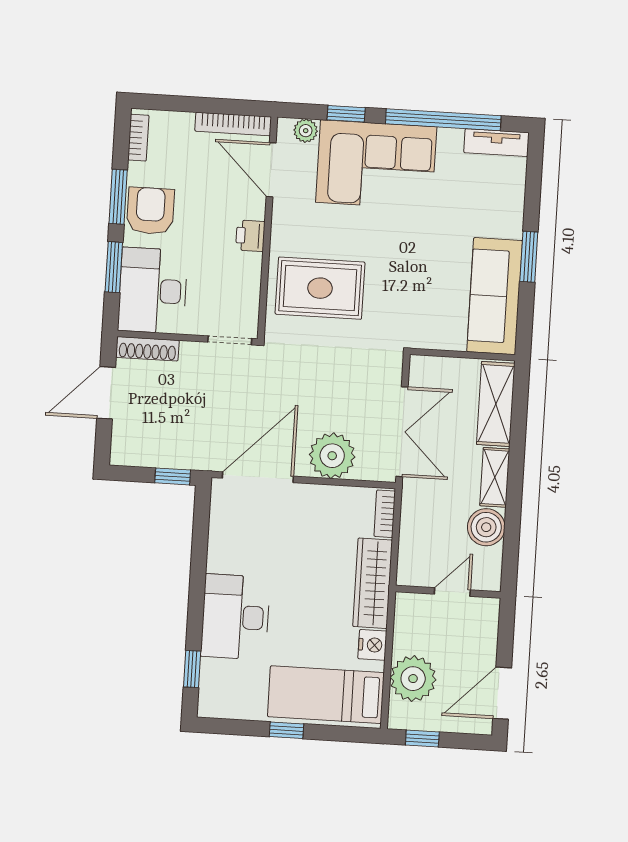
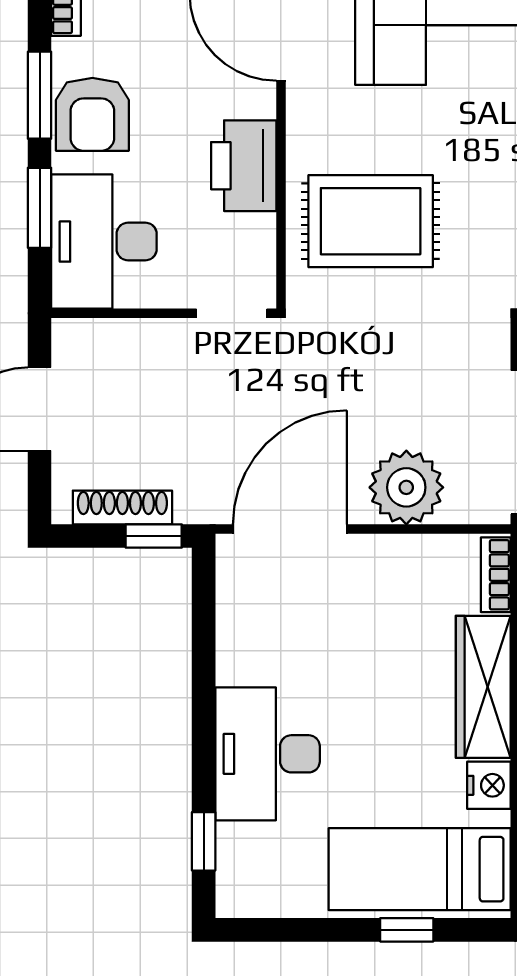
armchair: (150, 211) -> (92, 114), turned 180
printer: (250, 236) -> (244, 166), width x1.87, depth x1.48
shoe rack: (147, 349) -> (122, 507), moved, turned 180
window: (287, 730) -> (407, 930), moved

